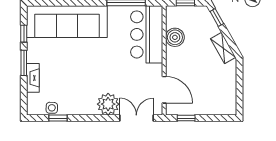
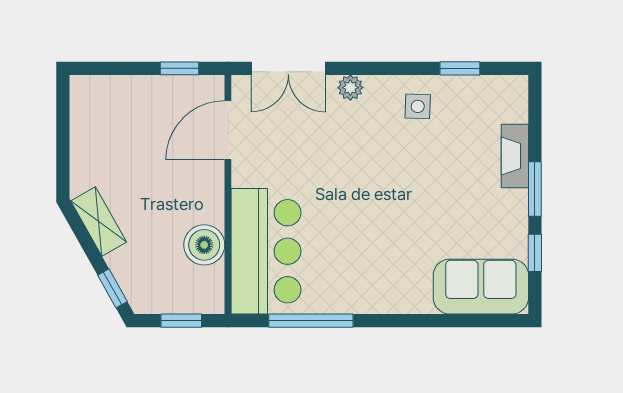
sofa: (67, 22) -> (481, 287), width x0.54, depth x0.79
door: (164, 90) -> (228, 130), hinge flipped
plant: (108, 104) -> (350, 88), width x0.53, depth x0.53
side table: (52, 108) -> (418, 106), moved

